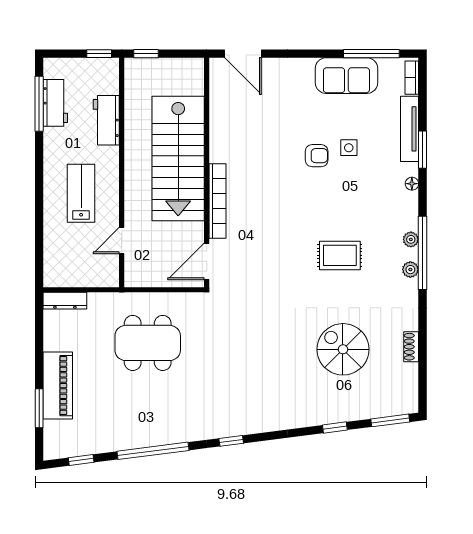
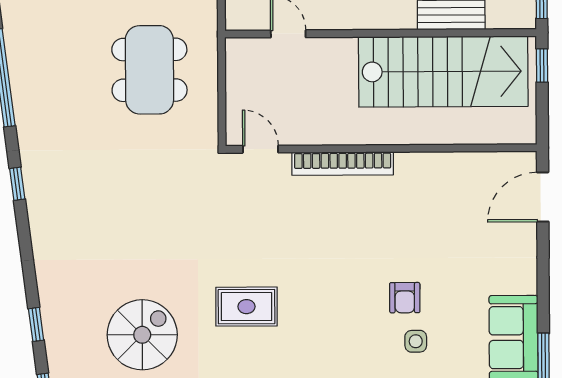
stairs: (178, 158) -> (443, 72), moved, turned 180
rug: (340, 255) -> (246, 307), moved, turned 90
door: (207, 261) -> (261, 149), width x0.73

